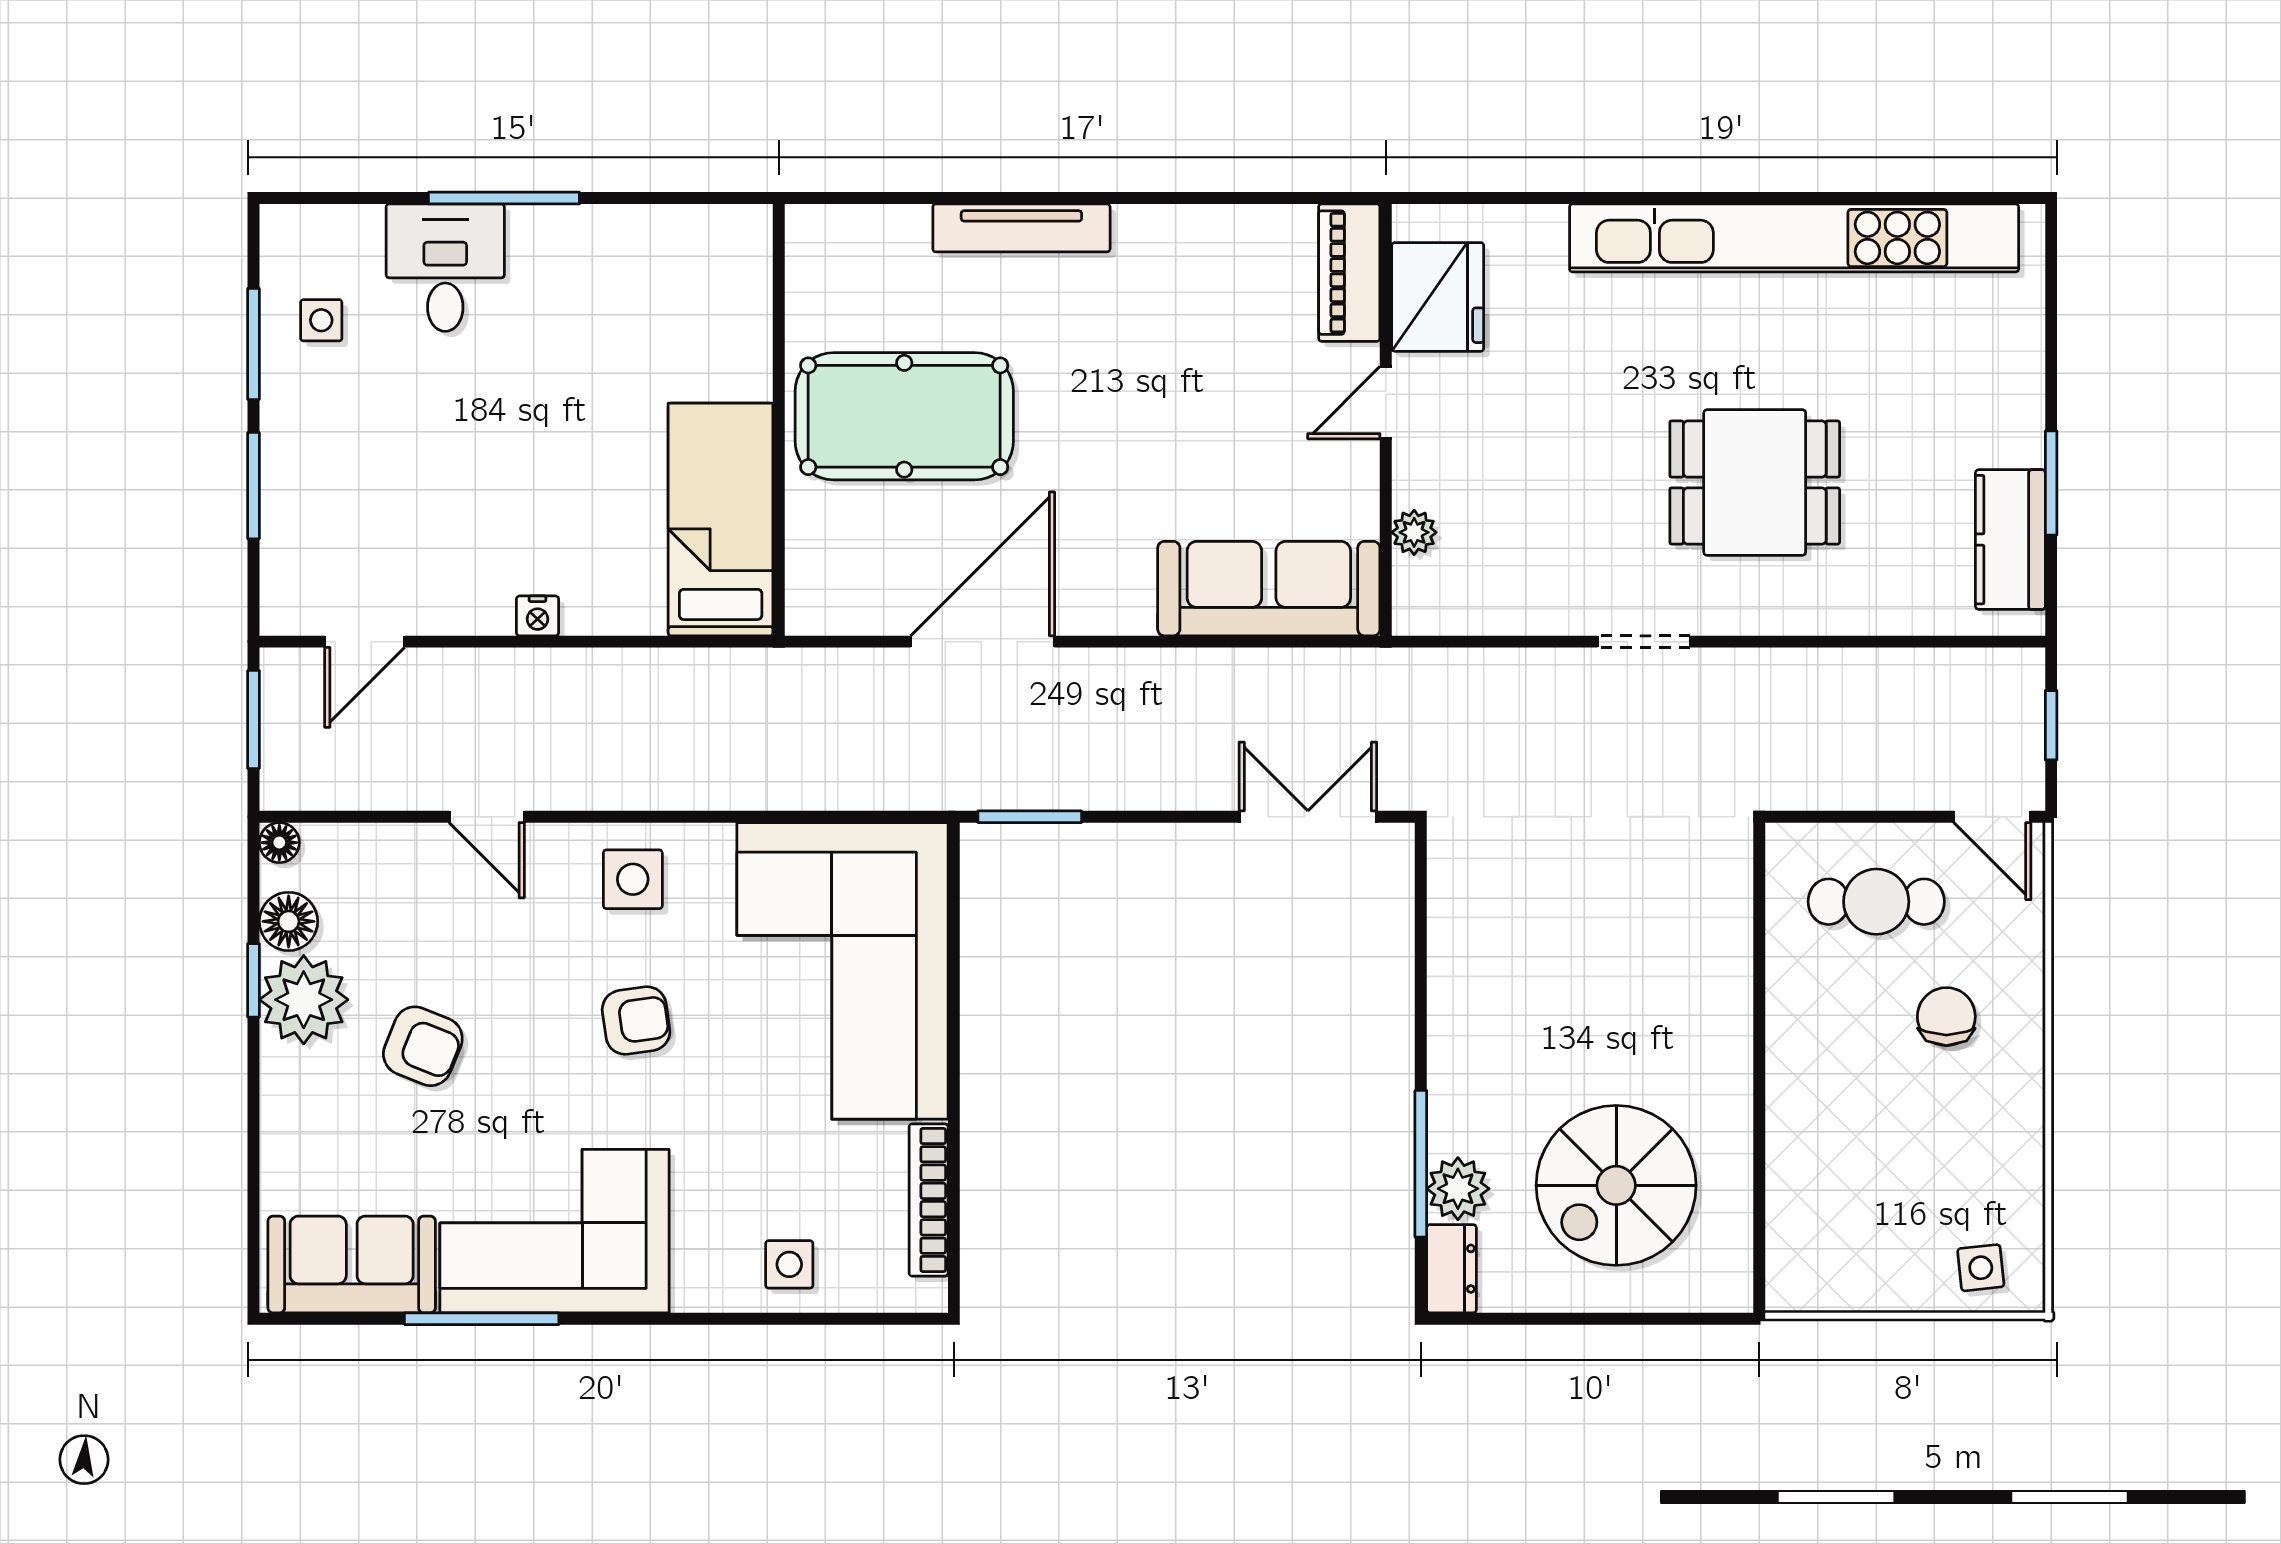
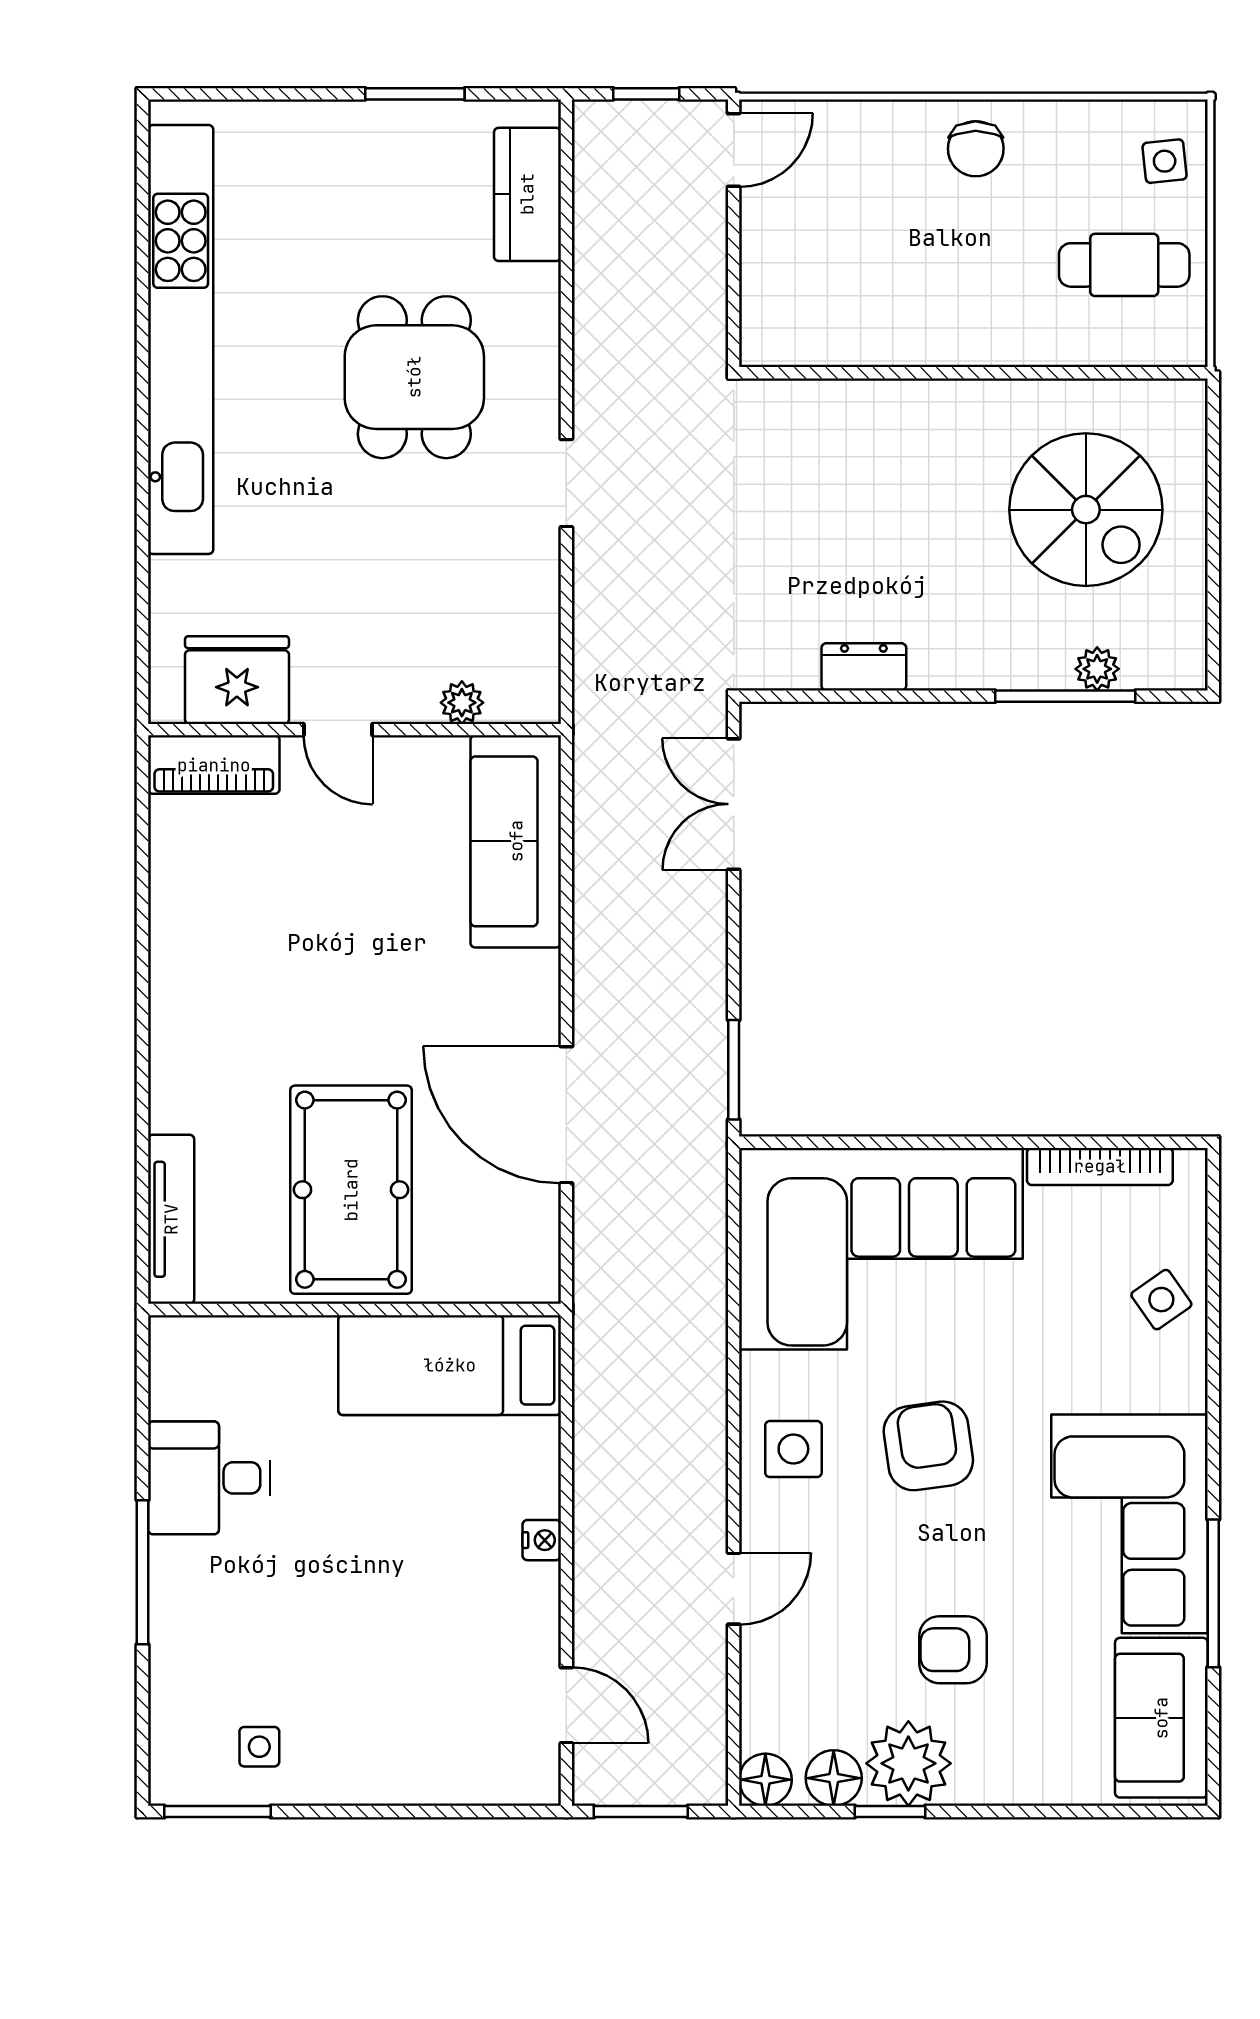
tv unit: (1021, 228) -> (171, 1219), moved
desk: (445, 268) -> (209, 1478), moved
window: (253, 344) -> (218, 1811), moved
window: (253, 486) -> (417, 1811), removed
kitchen counter: (2010, 540) -> (527, 194), moved, turned 90
floor lamp: (279, 843) -> (765, 1780), width x1.37, depth x1.37
cafe table: (1876, 902) -> (1124, 265), moved, turned 90
chair: (1946, 1017) -> (976, 149), moved, turned -90
armchair: (636, 1021) -> (928, 1446), width x1.38, depth x1.38
armchair: (423, 1046) -> (953, 1650), turned -112
plant: (1458, 1189) -> (1097, 669), width x0.73, depth x0.73
side table: (789, 1264) -> (1161, 1300), turned -35
dresser: (1451, 1269) -> (864, 667), moved

